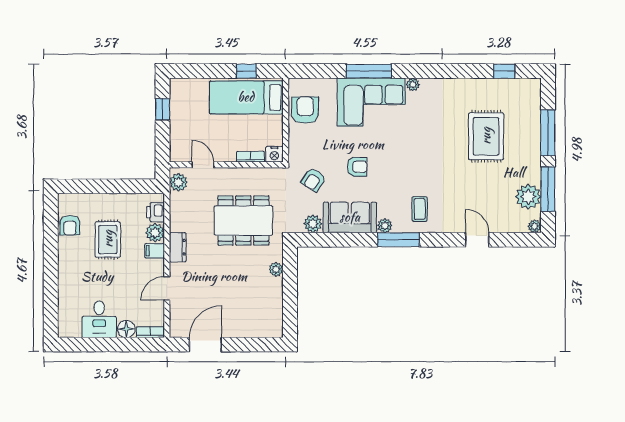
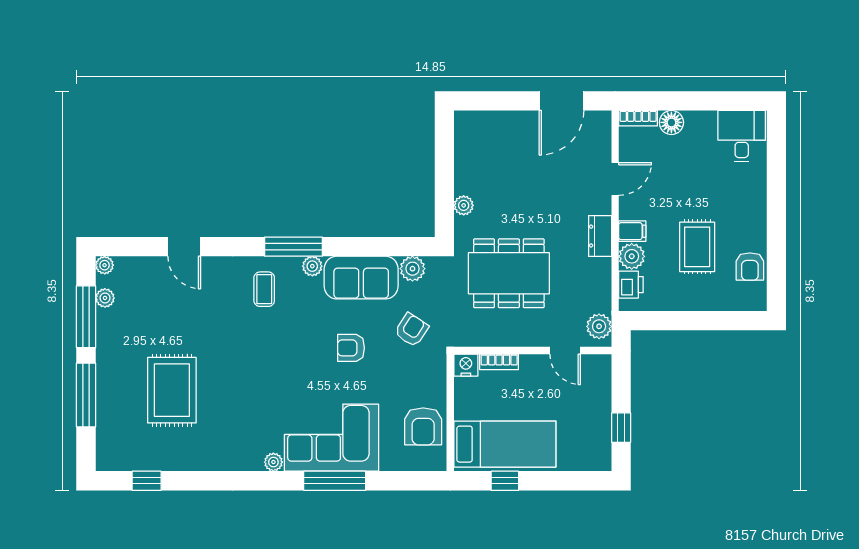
plant: (528, 197) -> (105, 298), width x0.53, depth x0.53
armchair: (70, 225) -> (750, 267), turned 180
desk: (99, 319) -> (742, 136), moved

